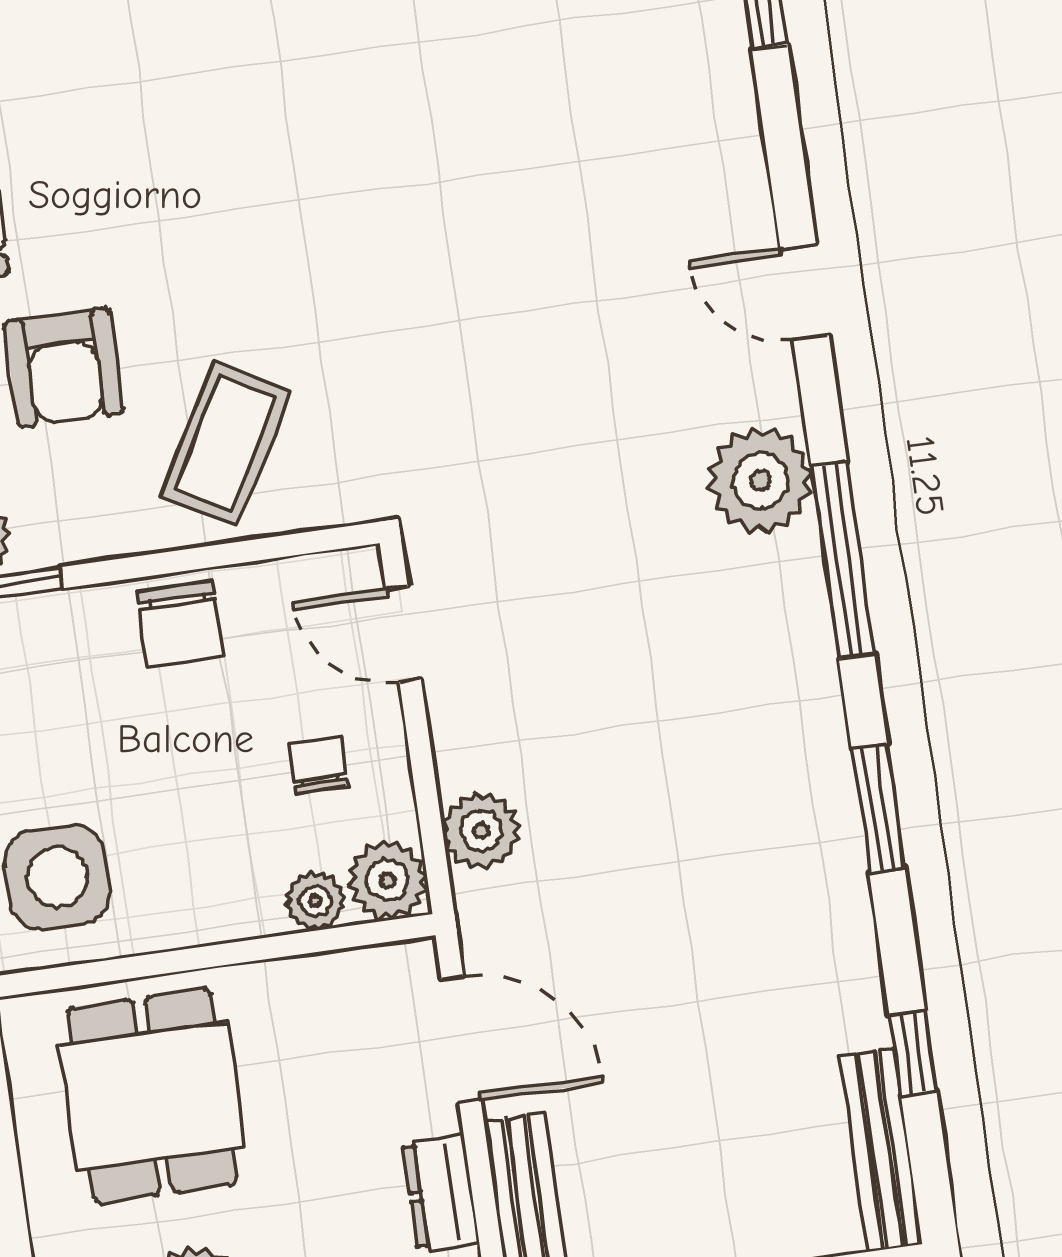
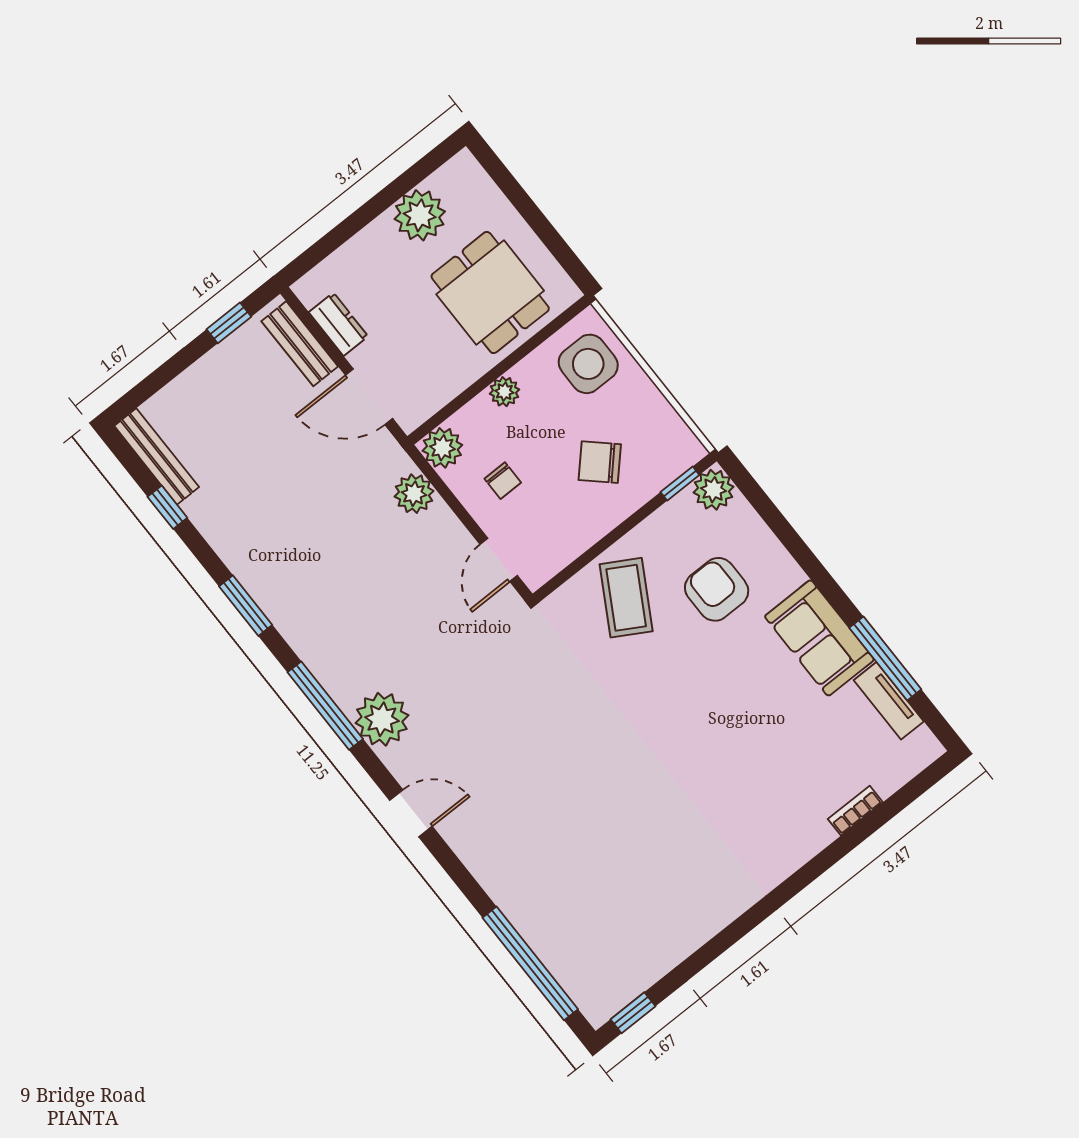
chair: (180, 624) -> (600, 462), moved, turned -47
door: (403, 634) -> (499, 560), swing flipped
plant: (315, 901) -> (504, 392), moved

